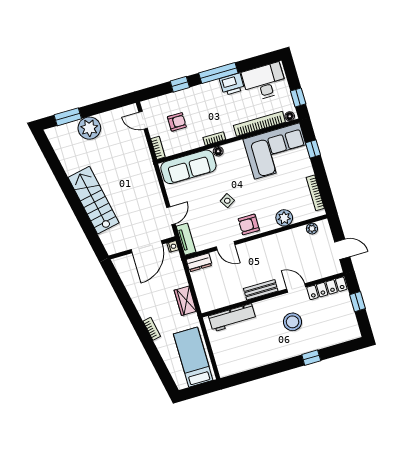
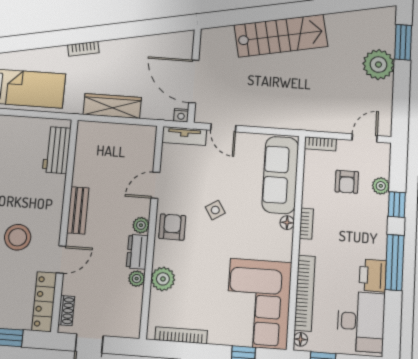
plant: (171, 99) -> (381, 186), added
plant: (312, 229) -> (137, 279), moved
plant: (255, 245) -> (141, 225), added
dresser: (199, 262) -> (137, 252), moved
shoe rack: (327, 272) -> (66, 311), added
wardrobe: (185, 301) -> (112, 106), width x1.50
workbench: (232, 318) -> (57, 150), width x0.73

